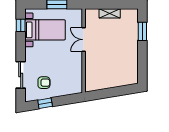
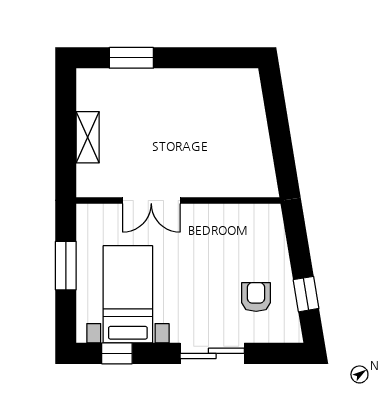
sliding door: (21, 75) -> (212, 353), moved

